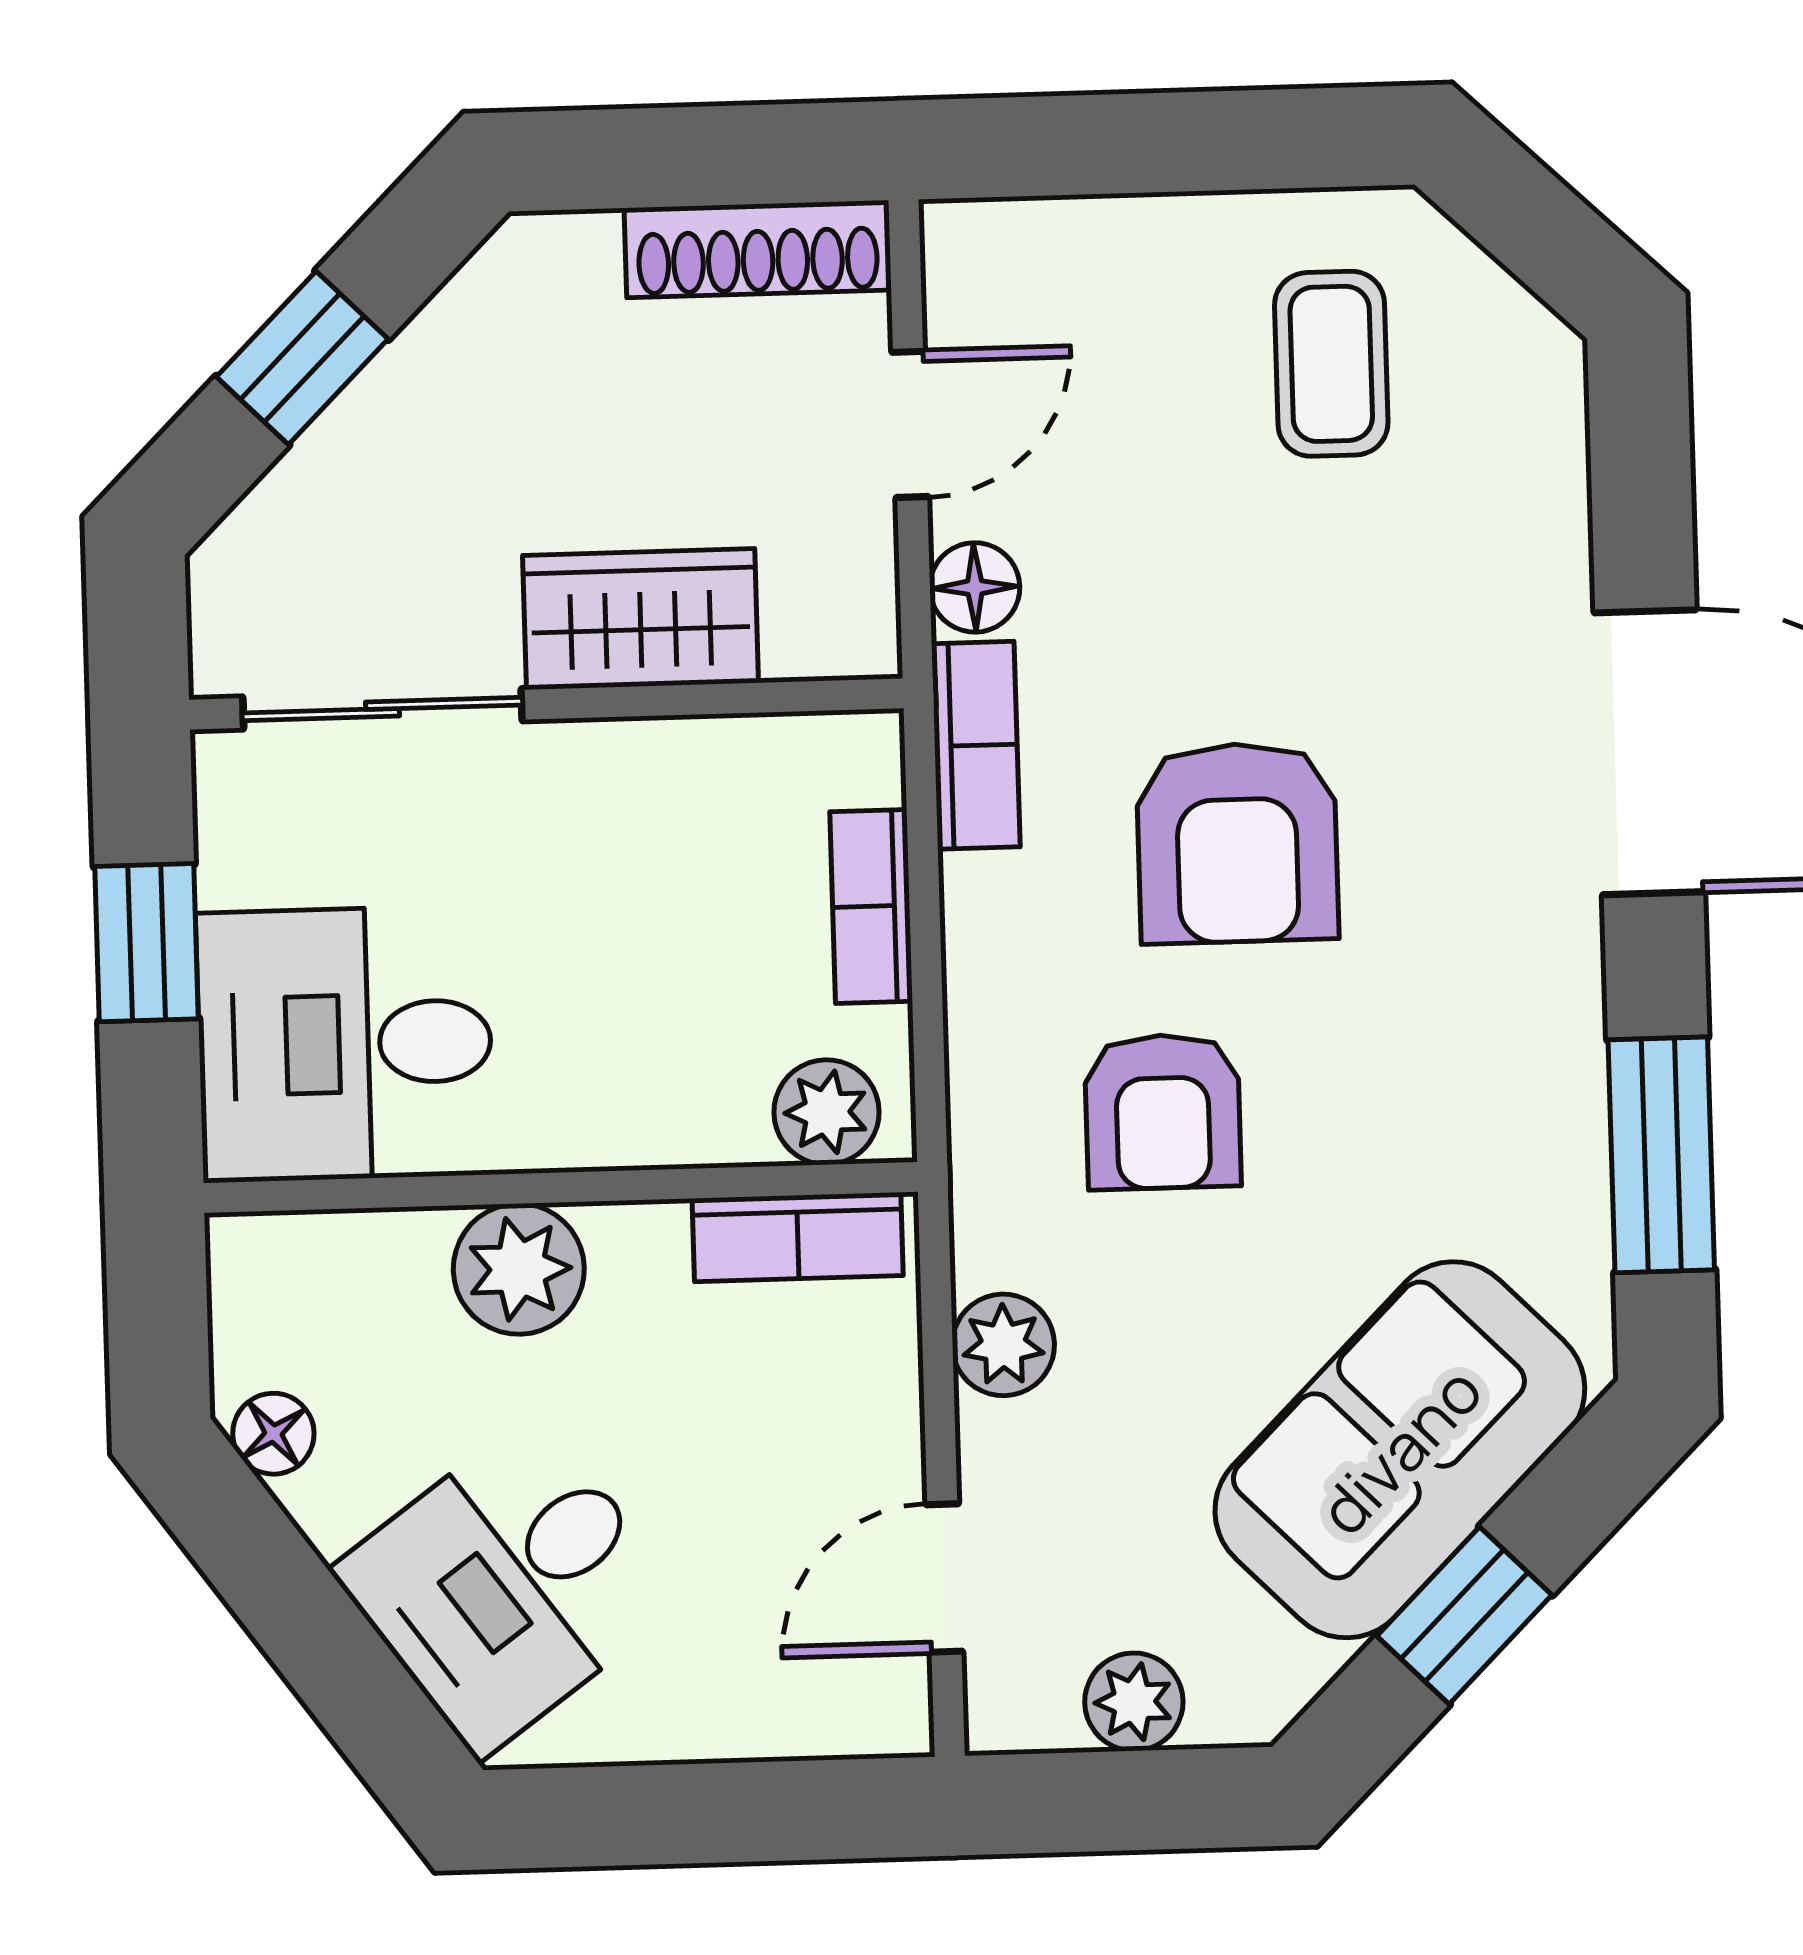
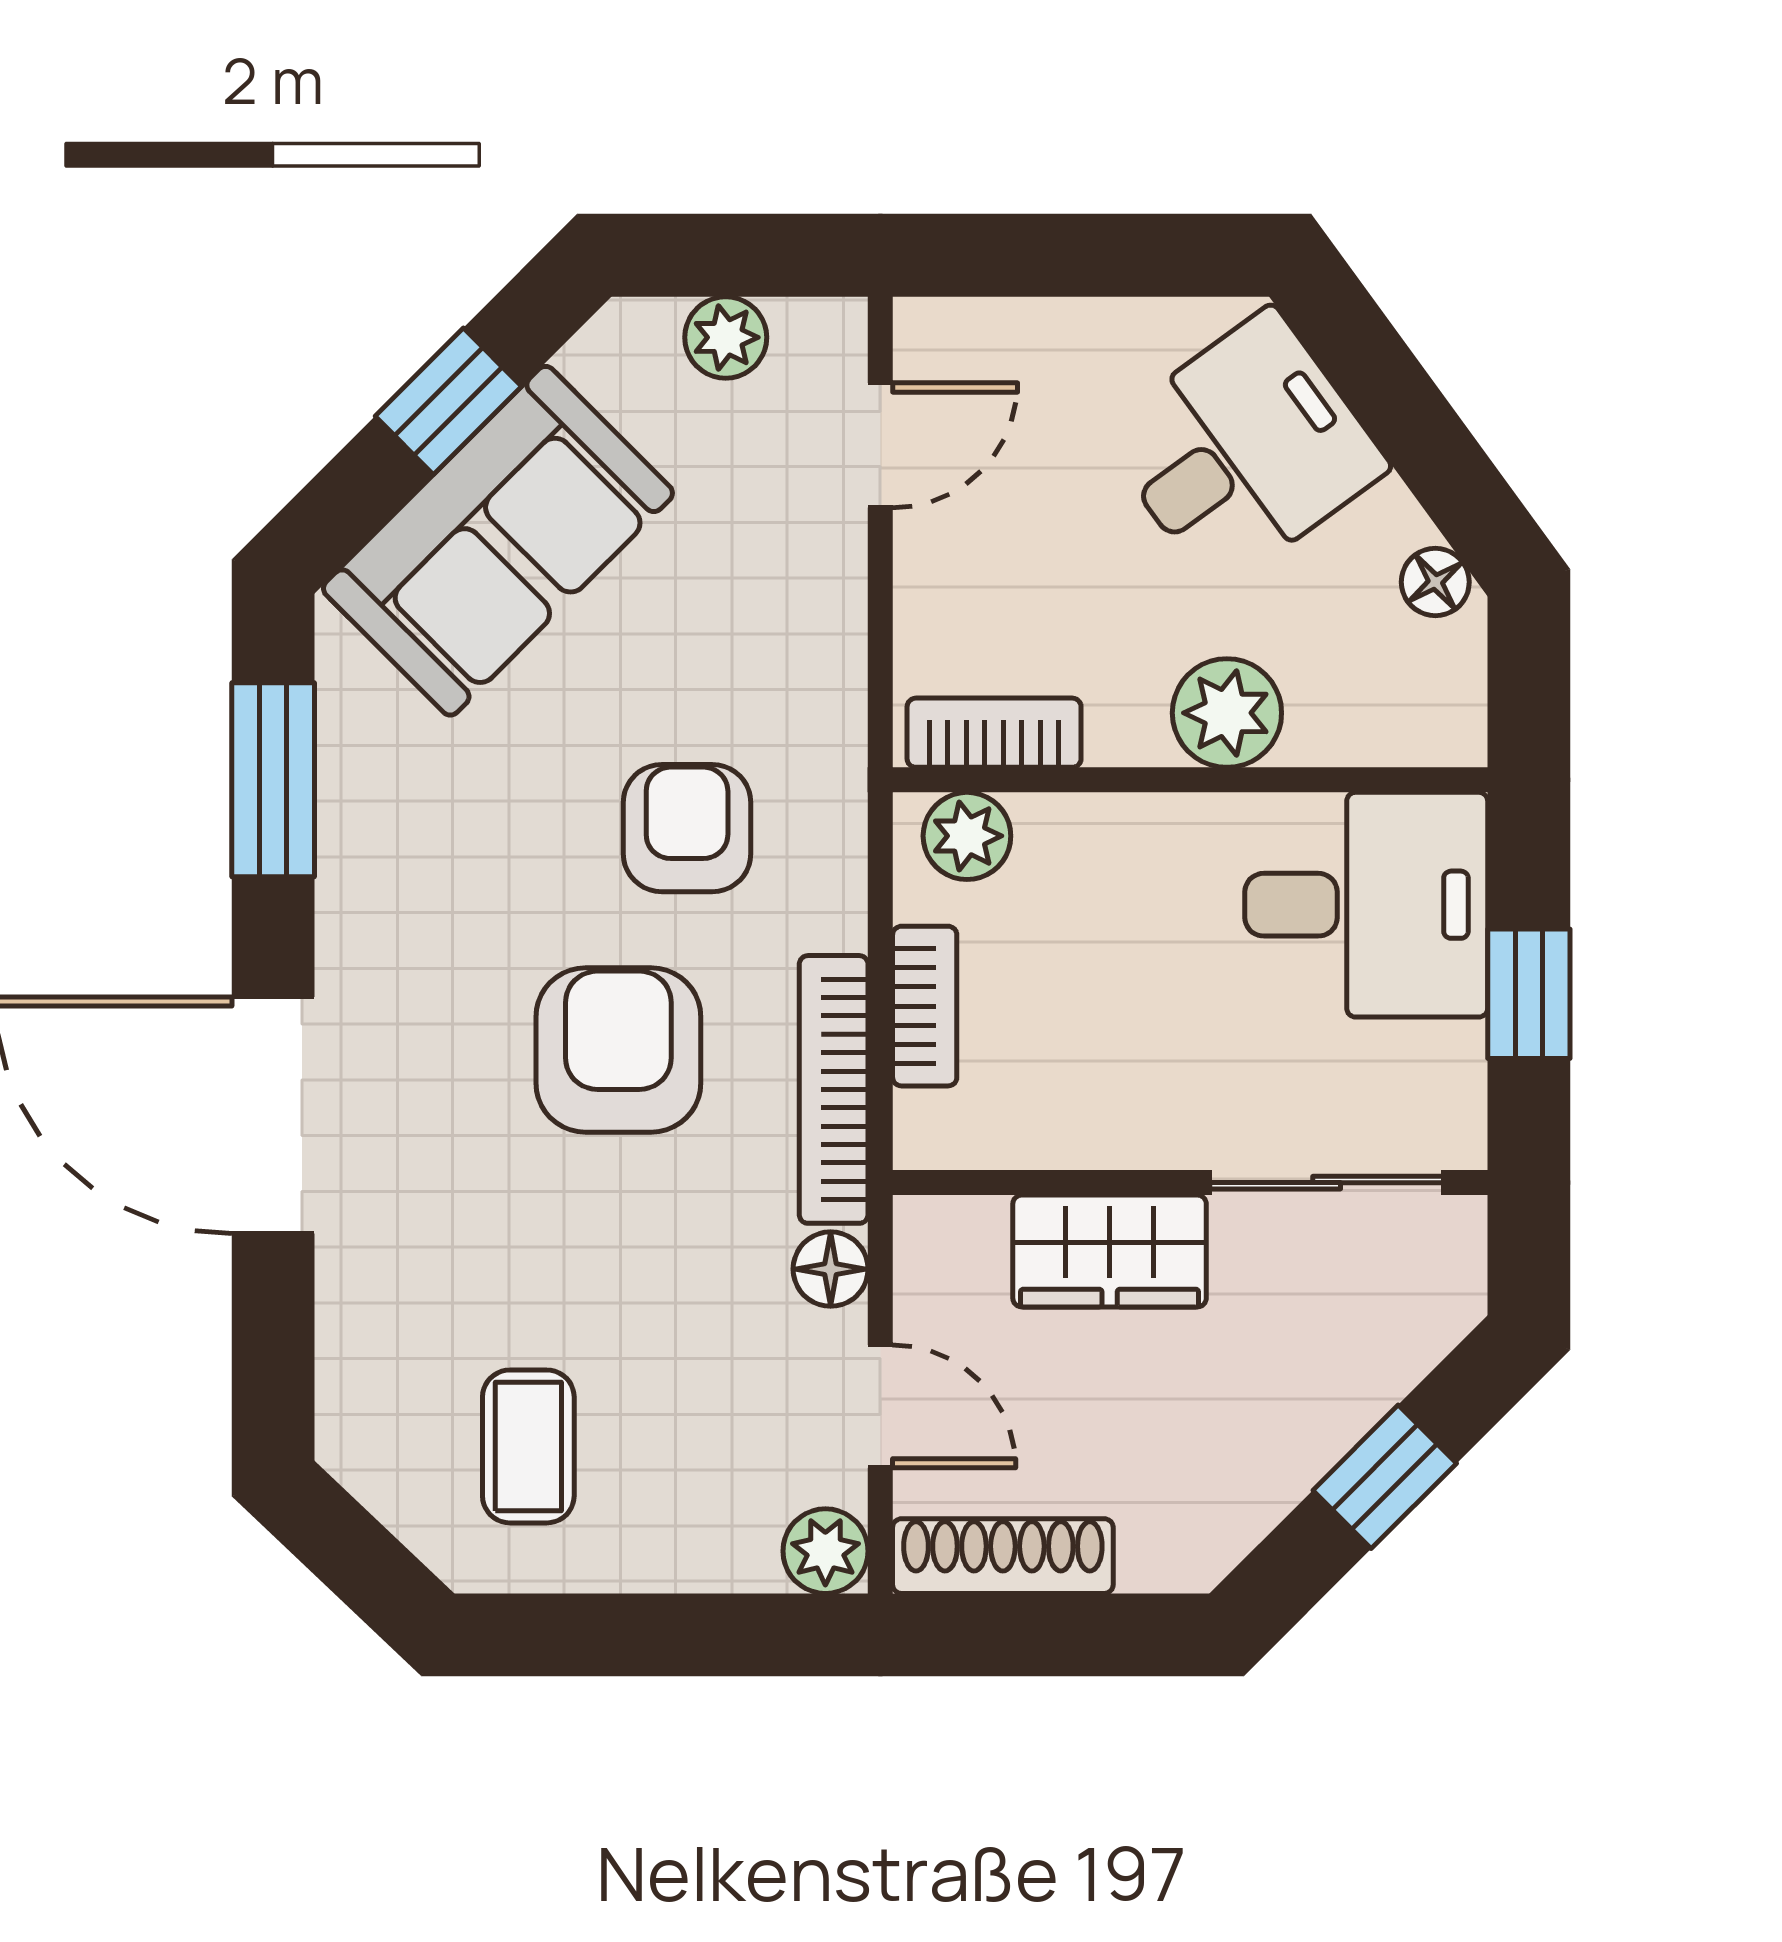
door: (910, 424) -> (880, 1406), swing flipped
bookcase: (976, 745) -> (834, 1089), width x1.56
plant: (1003, 1345) -> (825, 1551), moved

